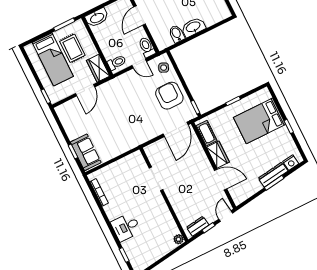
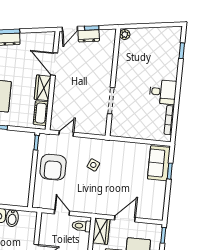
toilet: (147, 47) -> (46, 223), removed
side table: (164, 68) -> (93, 165), moved
door: (176, 129) -> (66, 134), width x0.53
dresser: (198, 226) -> (89, 36), moved
desk: (126, 227) -> (163, 92), moved

